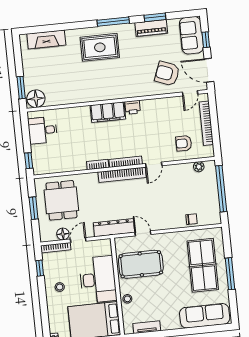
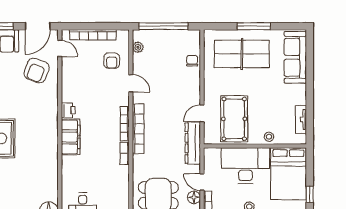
door: (154, 165) -> (131, 83), moved

